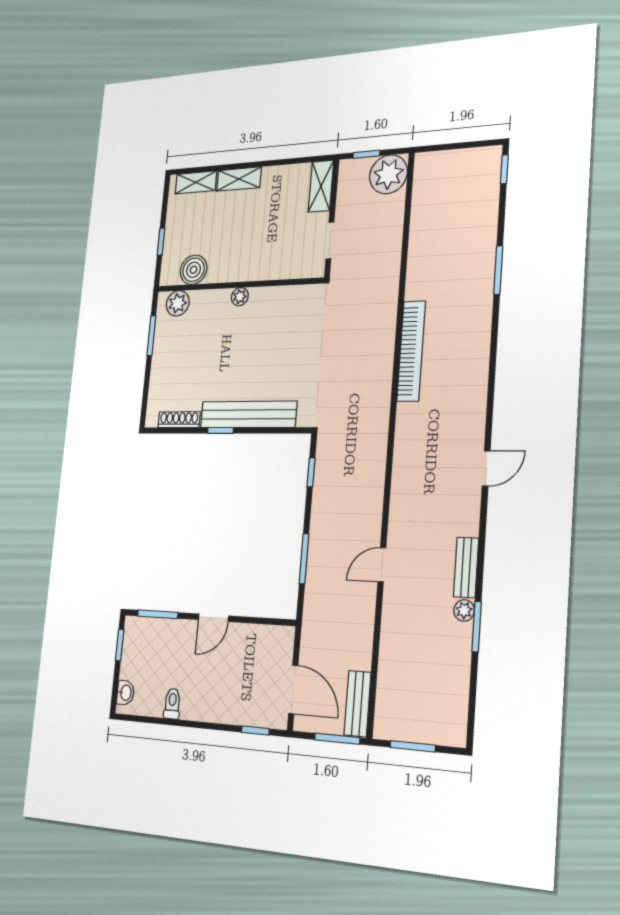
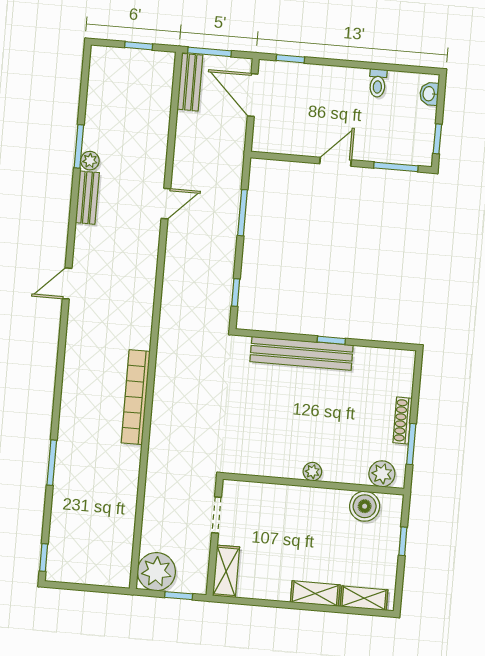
shoe rack: (179, 420) -> (402, 420), moved, turned 90
window: (413, 746) -> (139, 46), width x0.67

